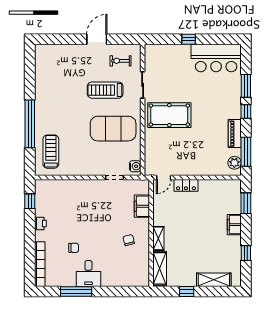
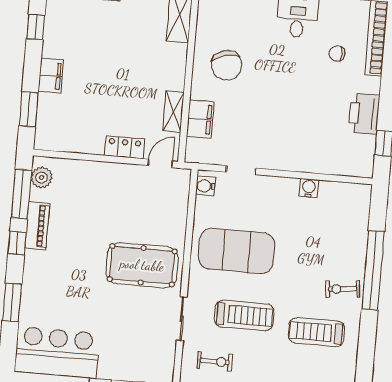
exercise bike: (47, 111) -> (343, 289), added
window: (246, 111) -> (17, 243), moved
treadmill: (51, 152) -> (316, 332), moved, turned 90
water cooler: (73, 170) -> (309, 188), added
printer: (40, 223) -> (364, 114), width x1.87, depth x1.48
shelving: (158, 238) -> (173, 112), moved
chair: (129, 240) -> (227, 65), width x1.87, depth x1.87
chair: (74, 248) -> (337, 54), moved

